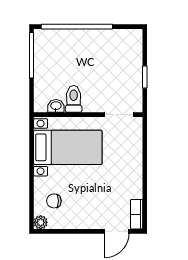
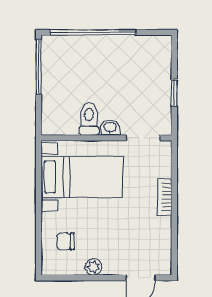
washbasin: (56, 106) -> (110, 127), moved
bookcase: (137, 214) -> (165, 197), moved
plant: (41, 222) -> (94, 267), moved

